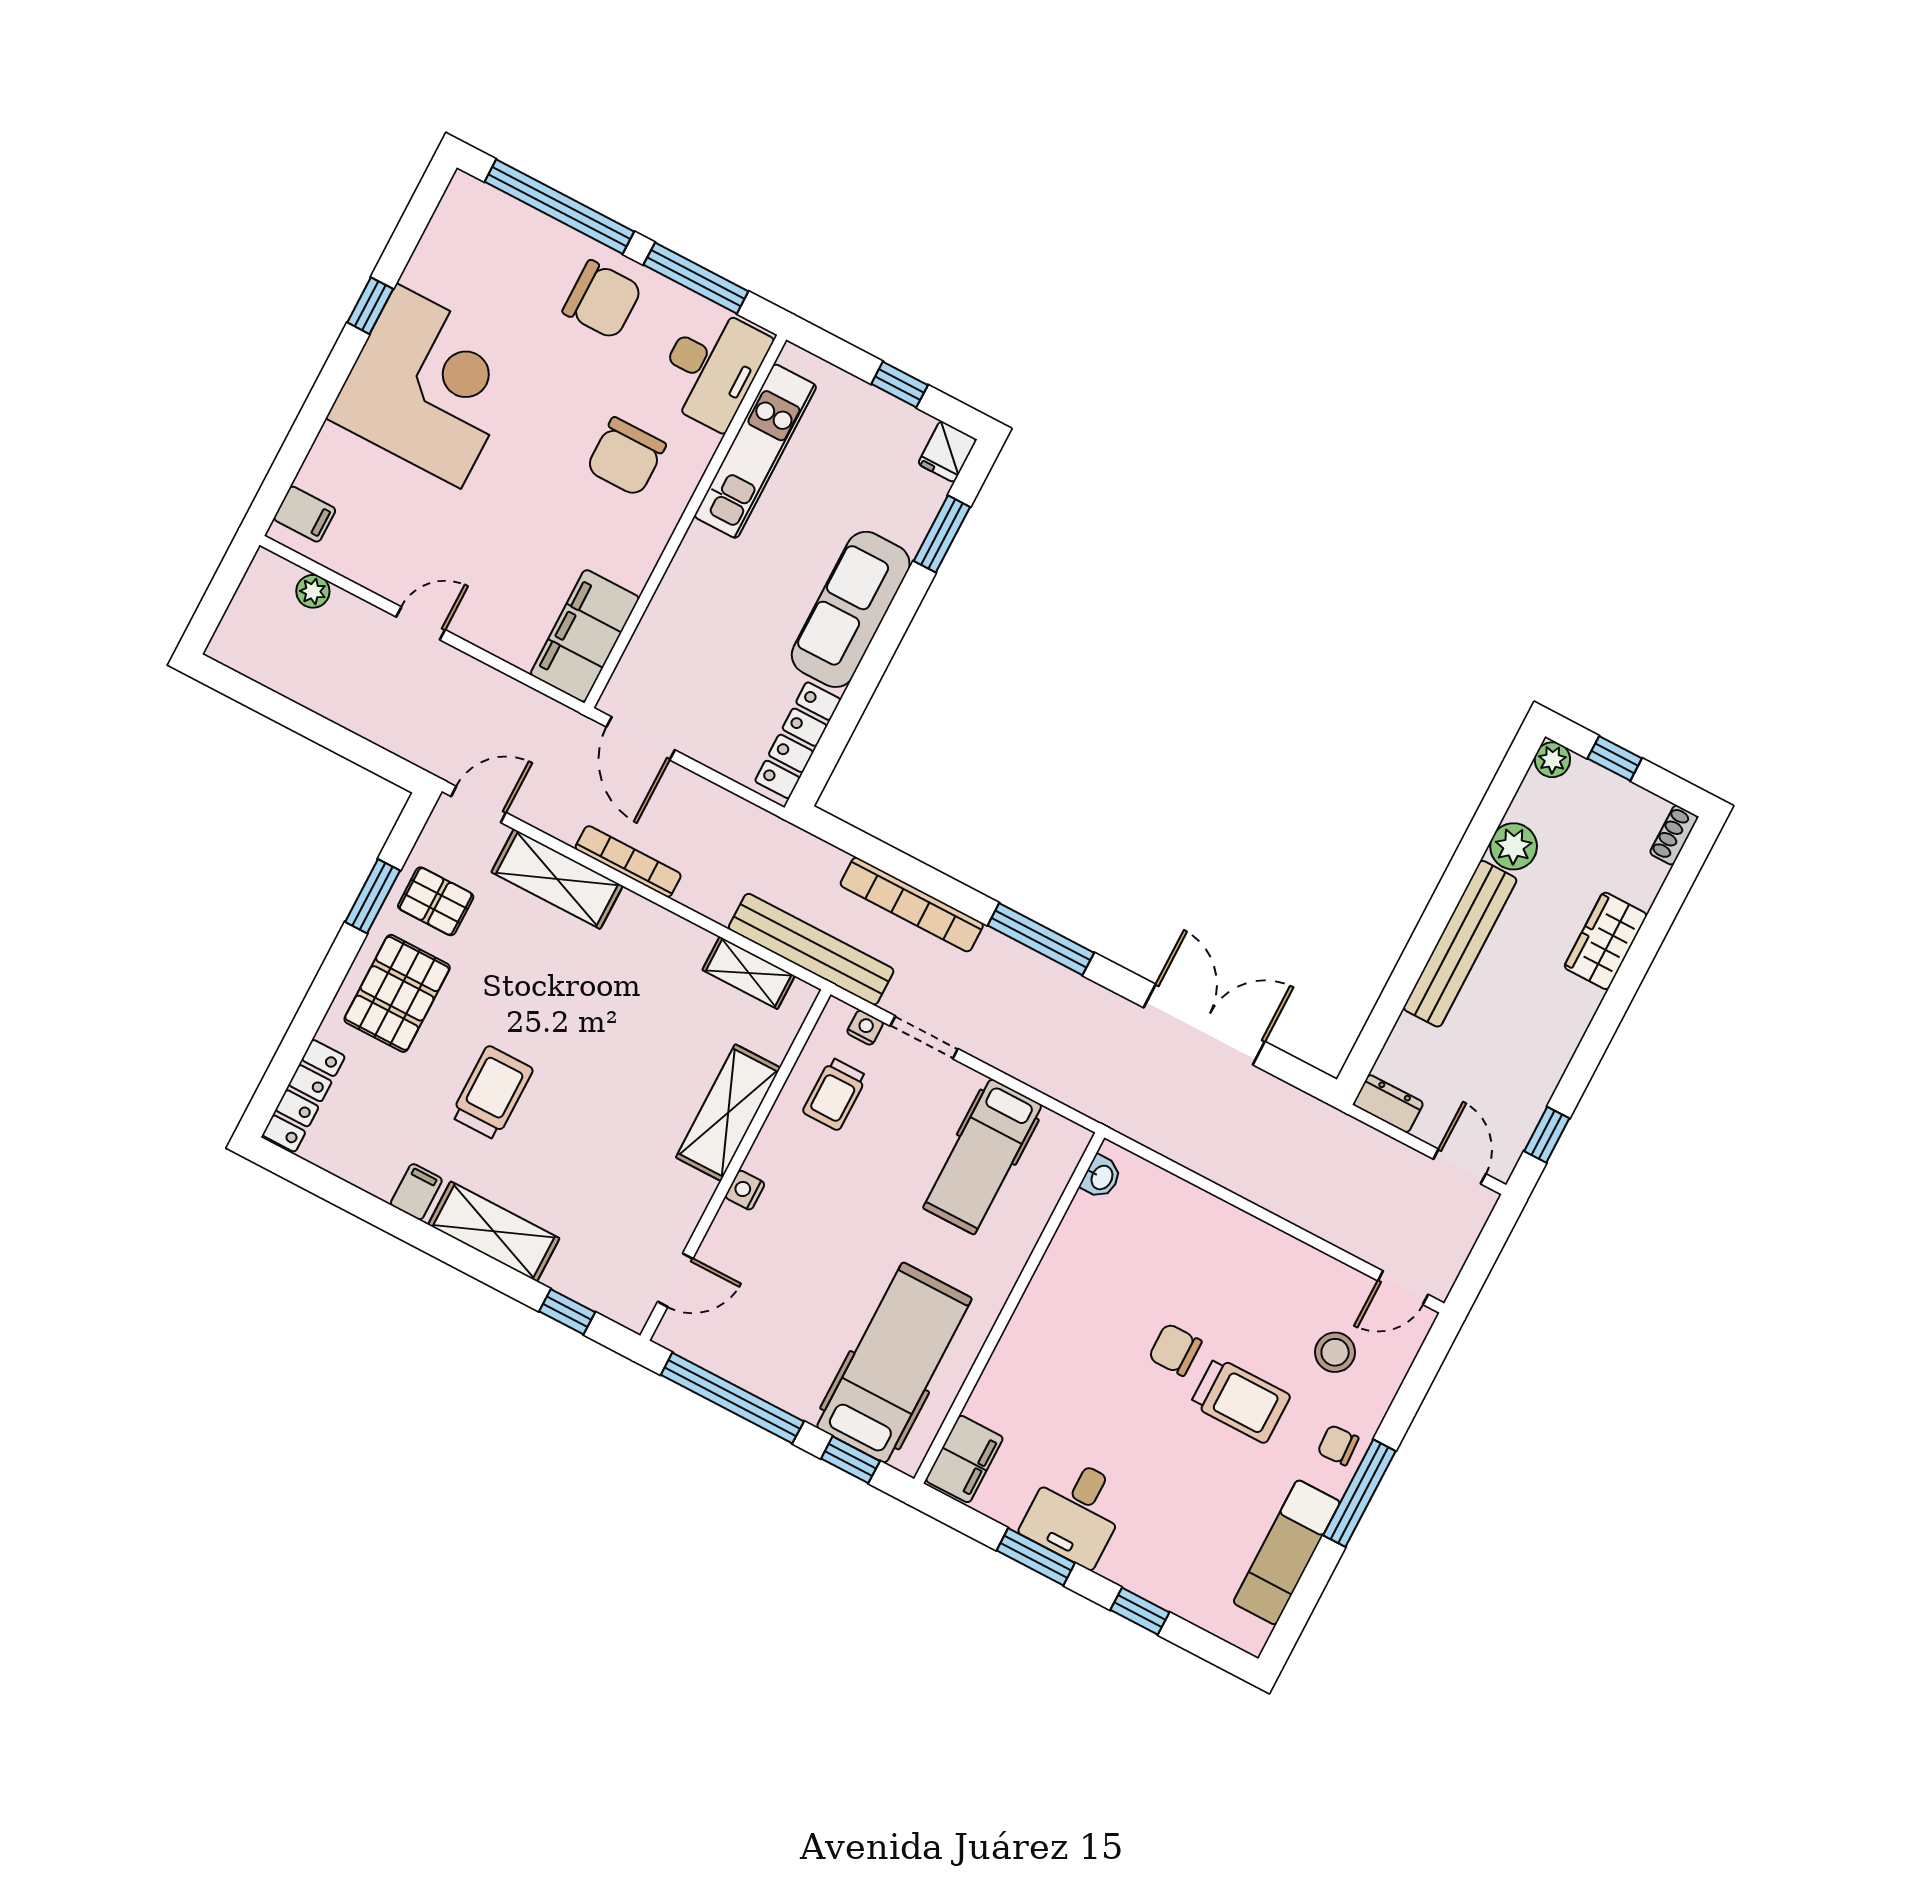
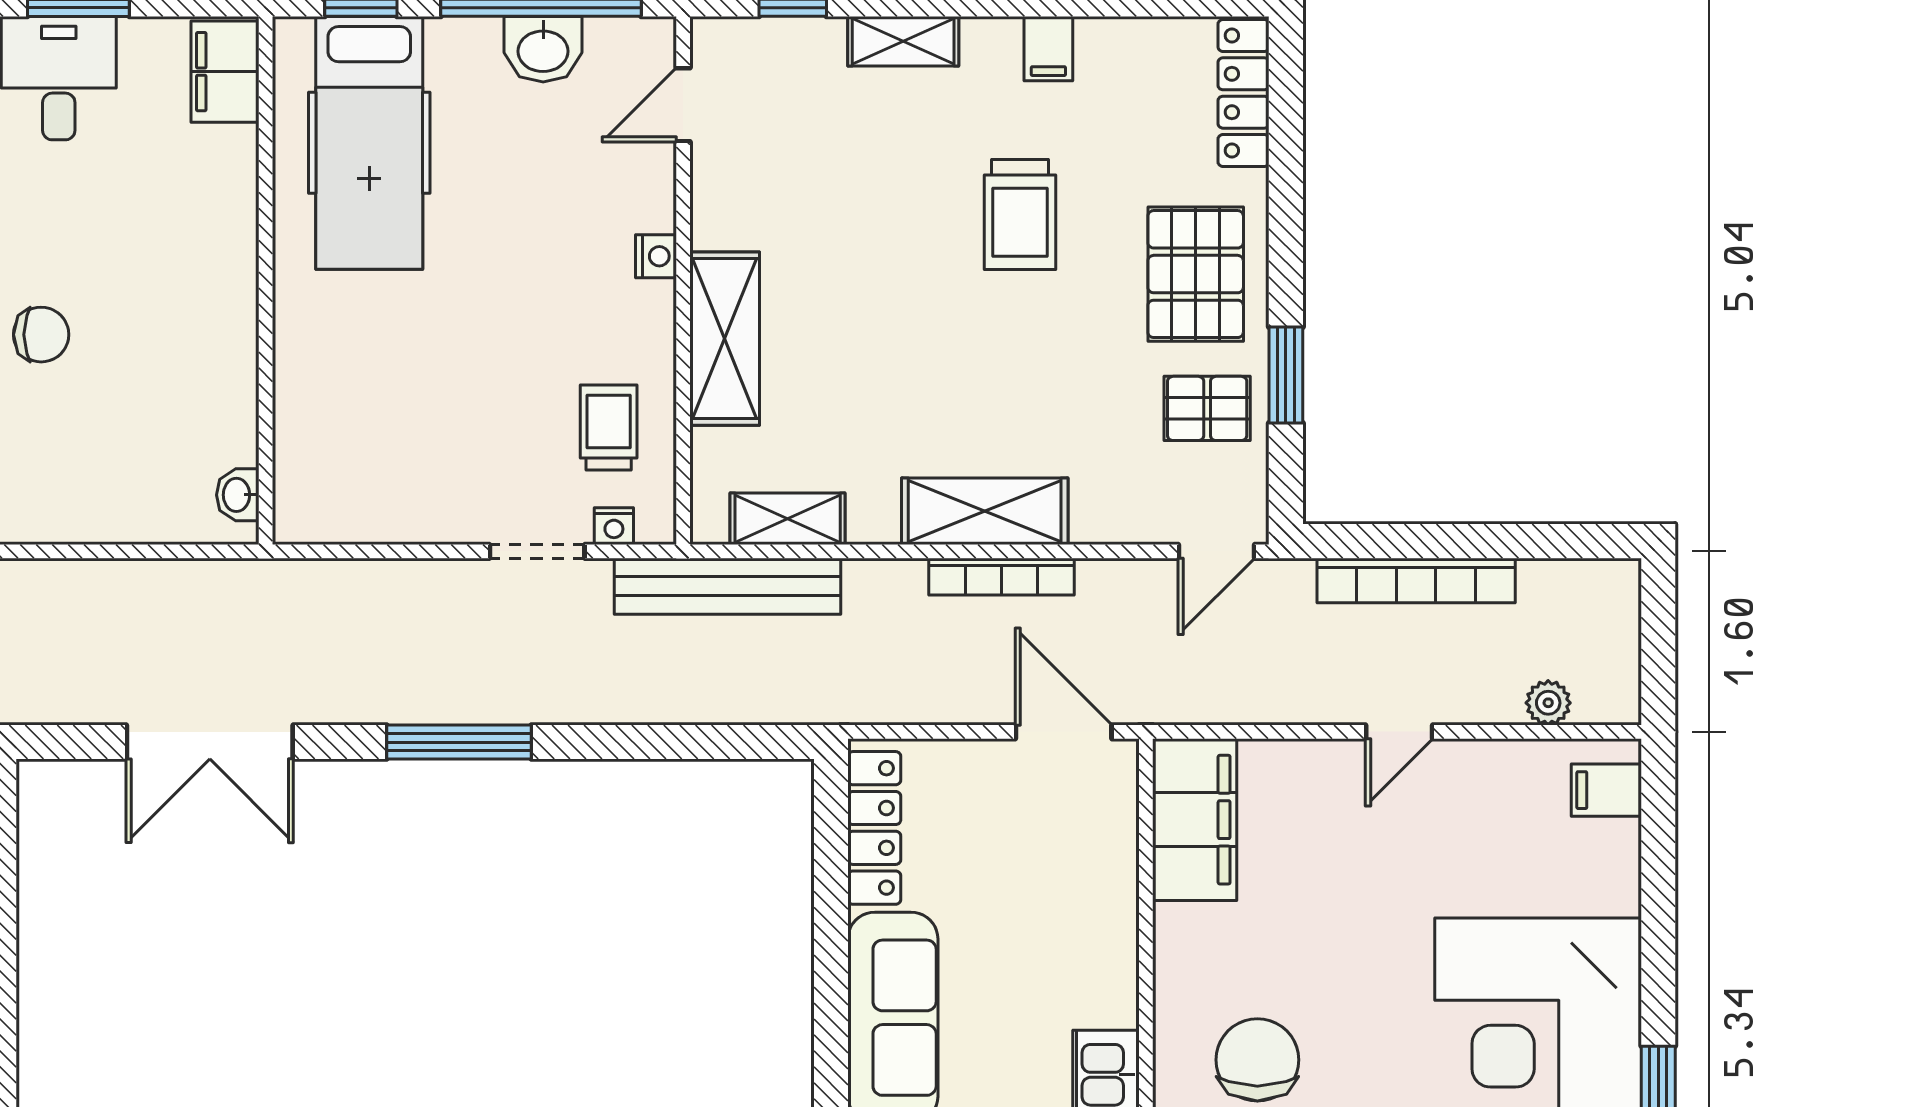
shelving: (557, 879) -> (985, 511), moved
bookcase: (912, 905) -> (1416, 581), moved, turned 180
hospital bed: (982, 1157) -> (393, 445), removed
shelving: (494, 1231) -> (903, 41), width x0.67, depth x0.75
washbasin: (748, 1365) -> (543, 49), added

